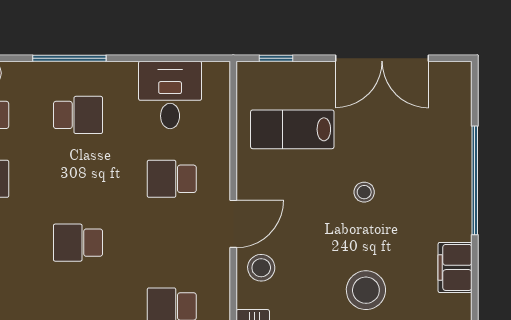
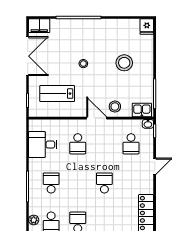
lab bench: (292, 129) -> (57, 94), turned 90
school desk: (78, 243) -> (104, 183), turned 180
filing cabinet: (455, 267) -> (39, 26), moved

